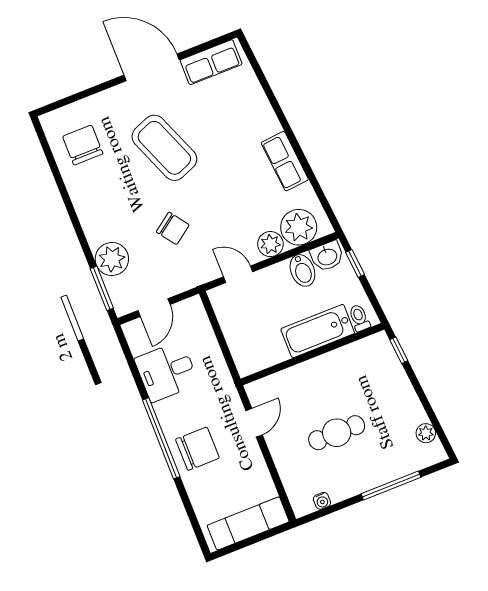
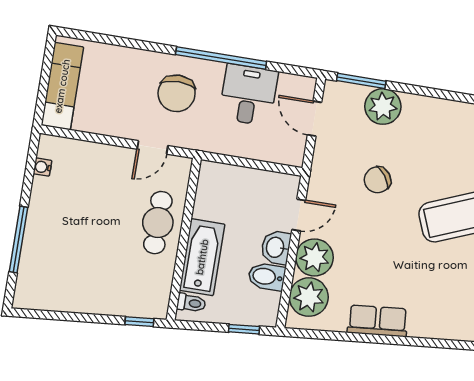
plant: (270, 244) -> (315, 257), width x1.36, depth x1.36
washbasin: (327, 256) -> (276, 247), moved
door: (254, 423) -> (152, 147), hinge flipped
cafe table: (337, 433) -> (158, 223), moved
plant: (426, 433) -> (48, 301), removed
window: (161, 438) -> (221, 58), moved
chair: (197, 449) -> (177, 93), moved

